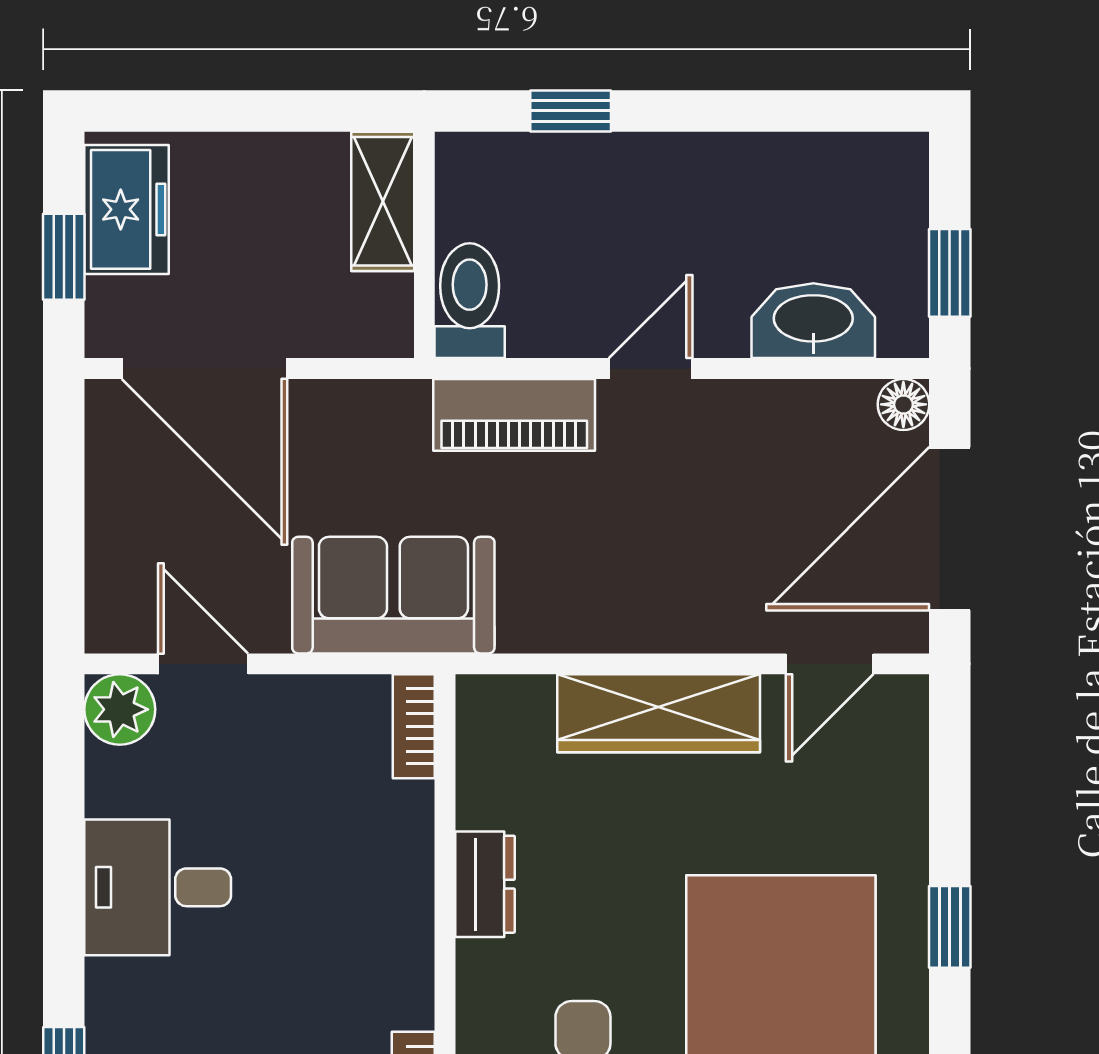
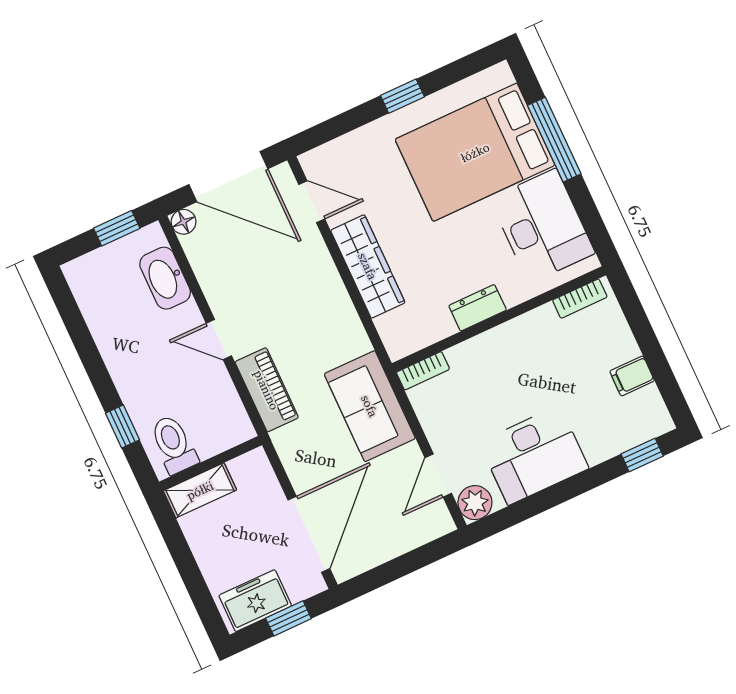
toilet: (470, 301) -> (174, 444), moved, turned 90
desk: (158, 887) -> (534, 455), width x1.37

